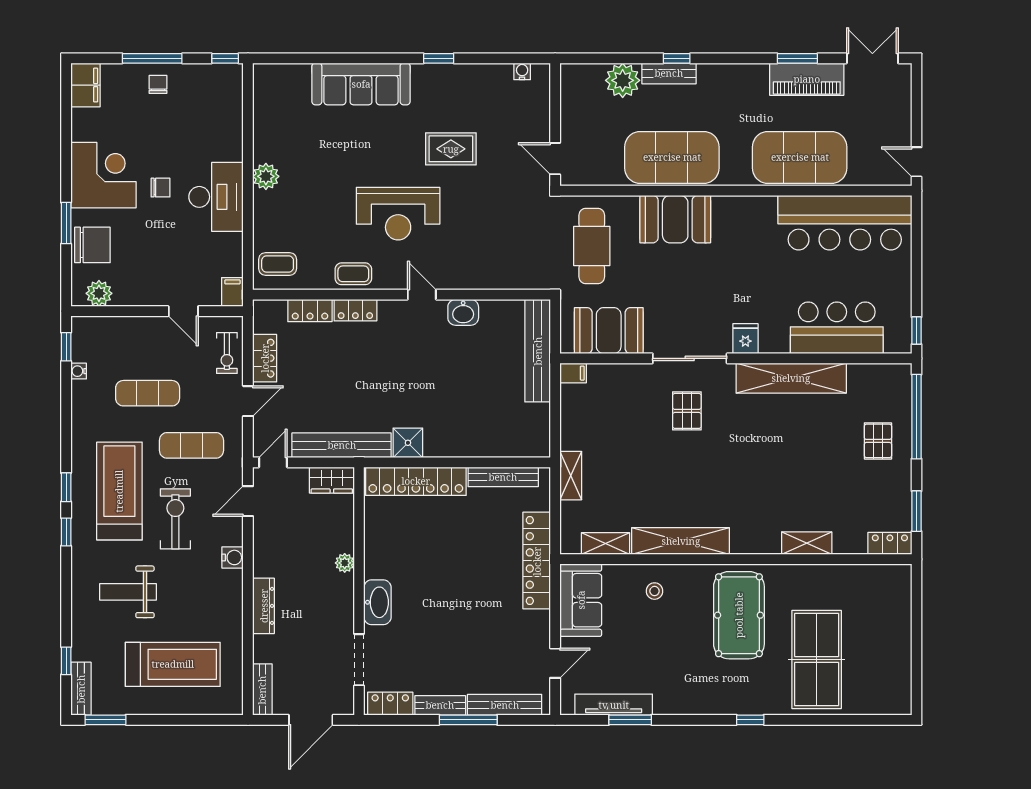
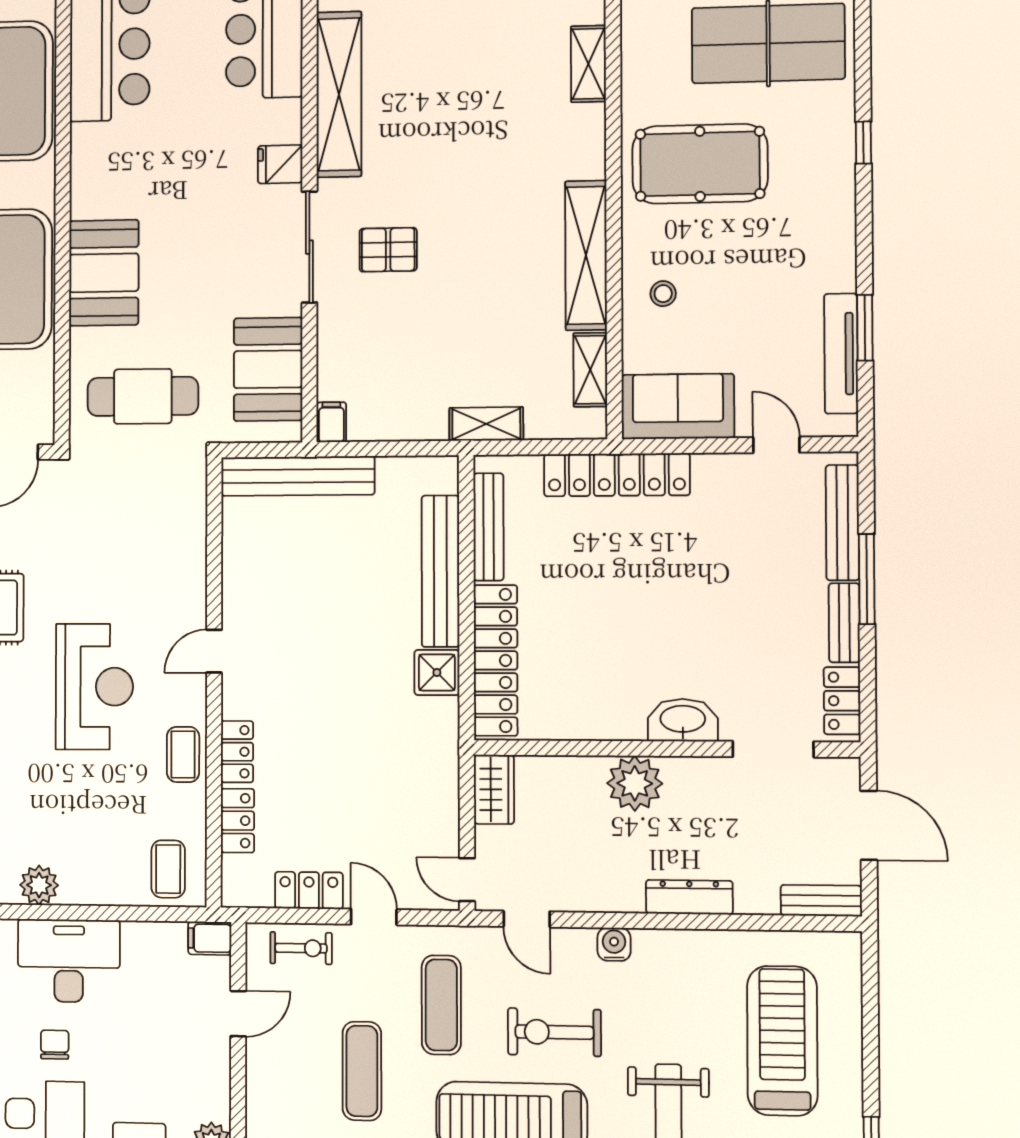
washbasin: (463, 312) -> (241, 589), removed
bench: (342, 445) -> (440, 571), moved
plant: (345, 563) -> (635, 783), width x1.87, depth x1.87

